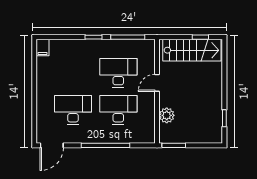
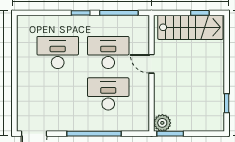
filing cabinet: (43, 48) -> (24, 24), removed
door: (157, 83) -> (151, 64), hinge flipped
desk: (73, 110) -> (58, 52), moved
plant: (167, 115) -> (162, 123), moved

